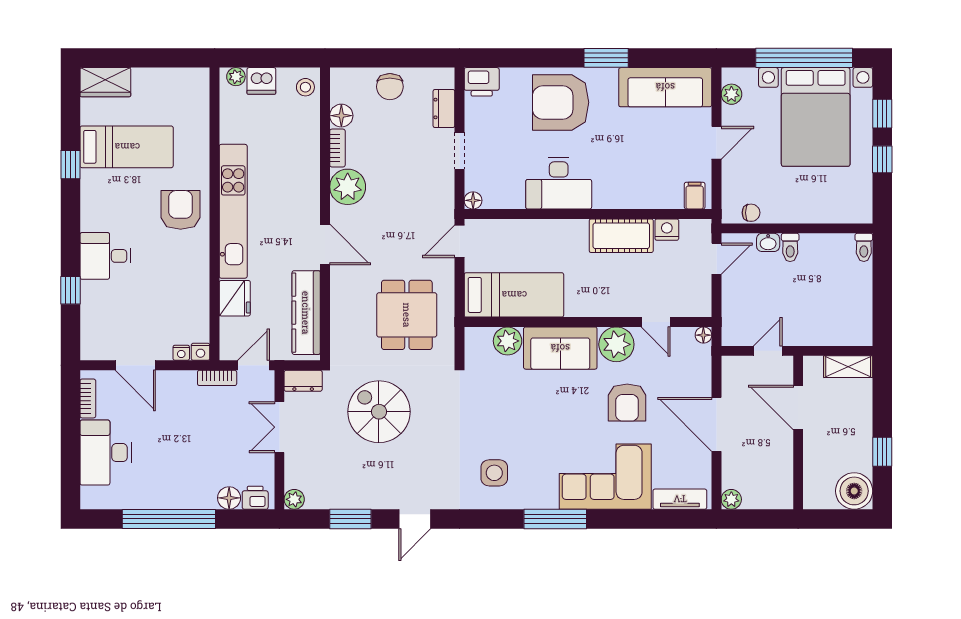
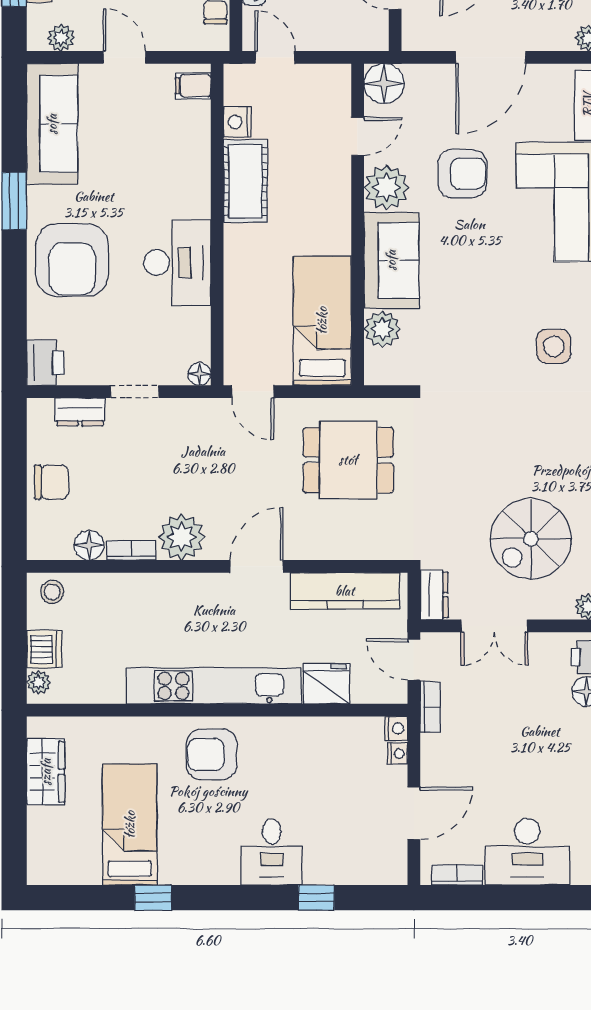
wardrobe: (105, 82) -> (46, 772), moved
floor lamp: (703, 335) -> (384, 84), width x1.89, depth x1.89
spiral stairs: (379, 412) -> (531, 539), moved

